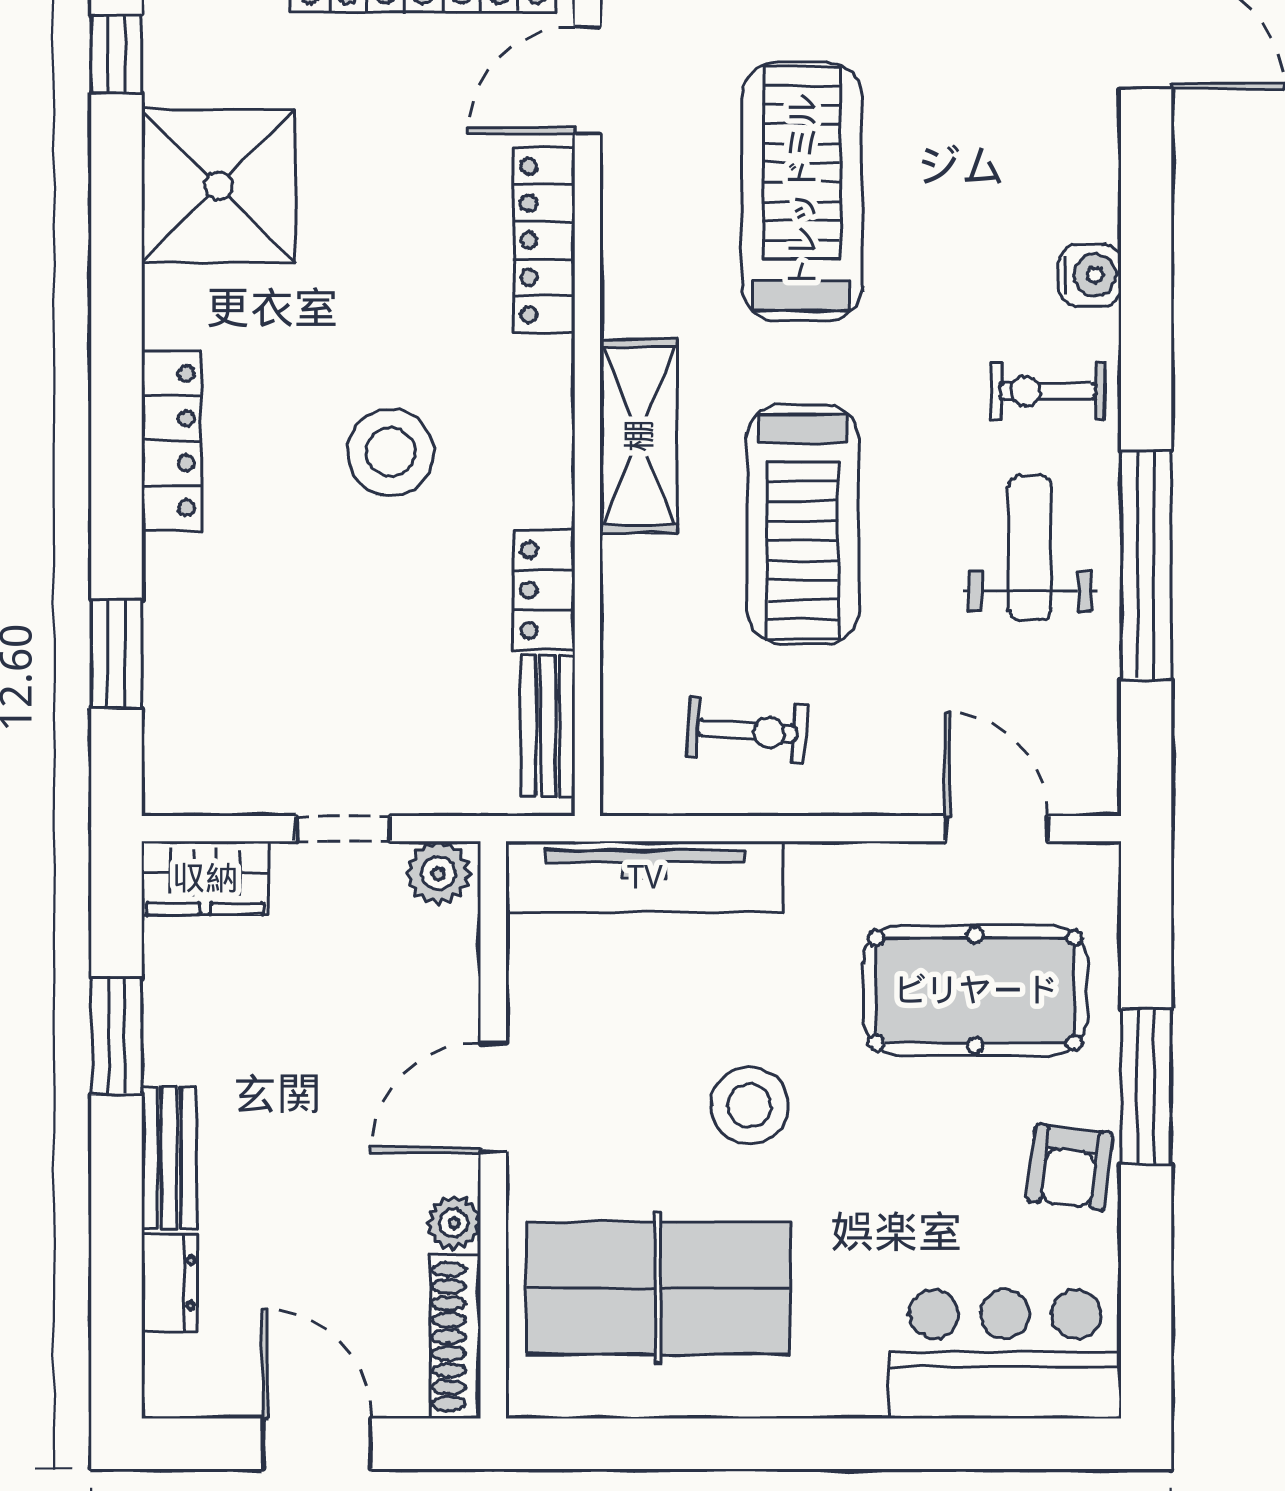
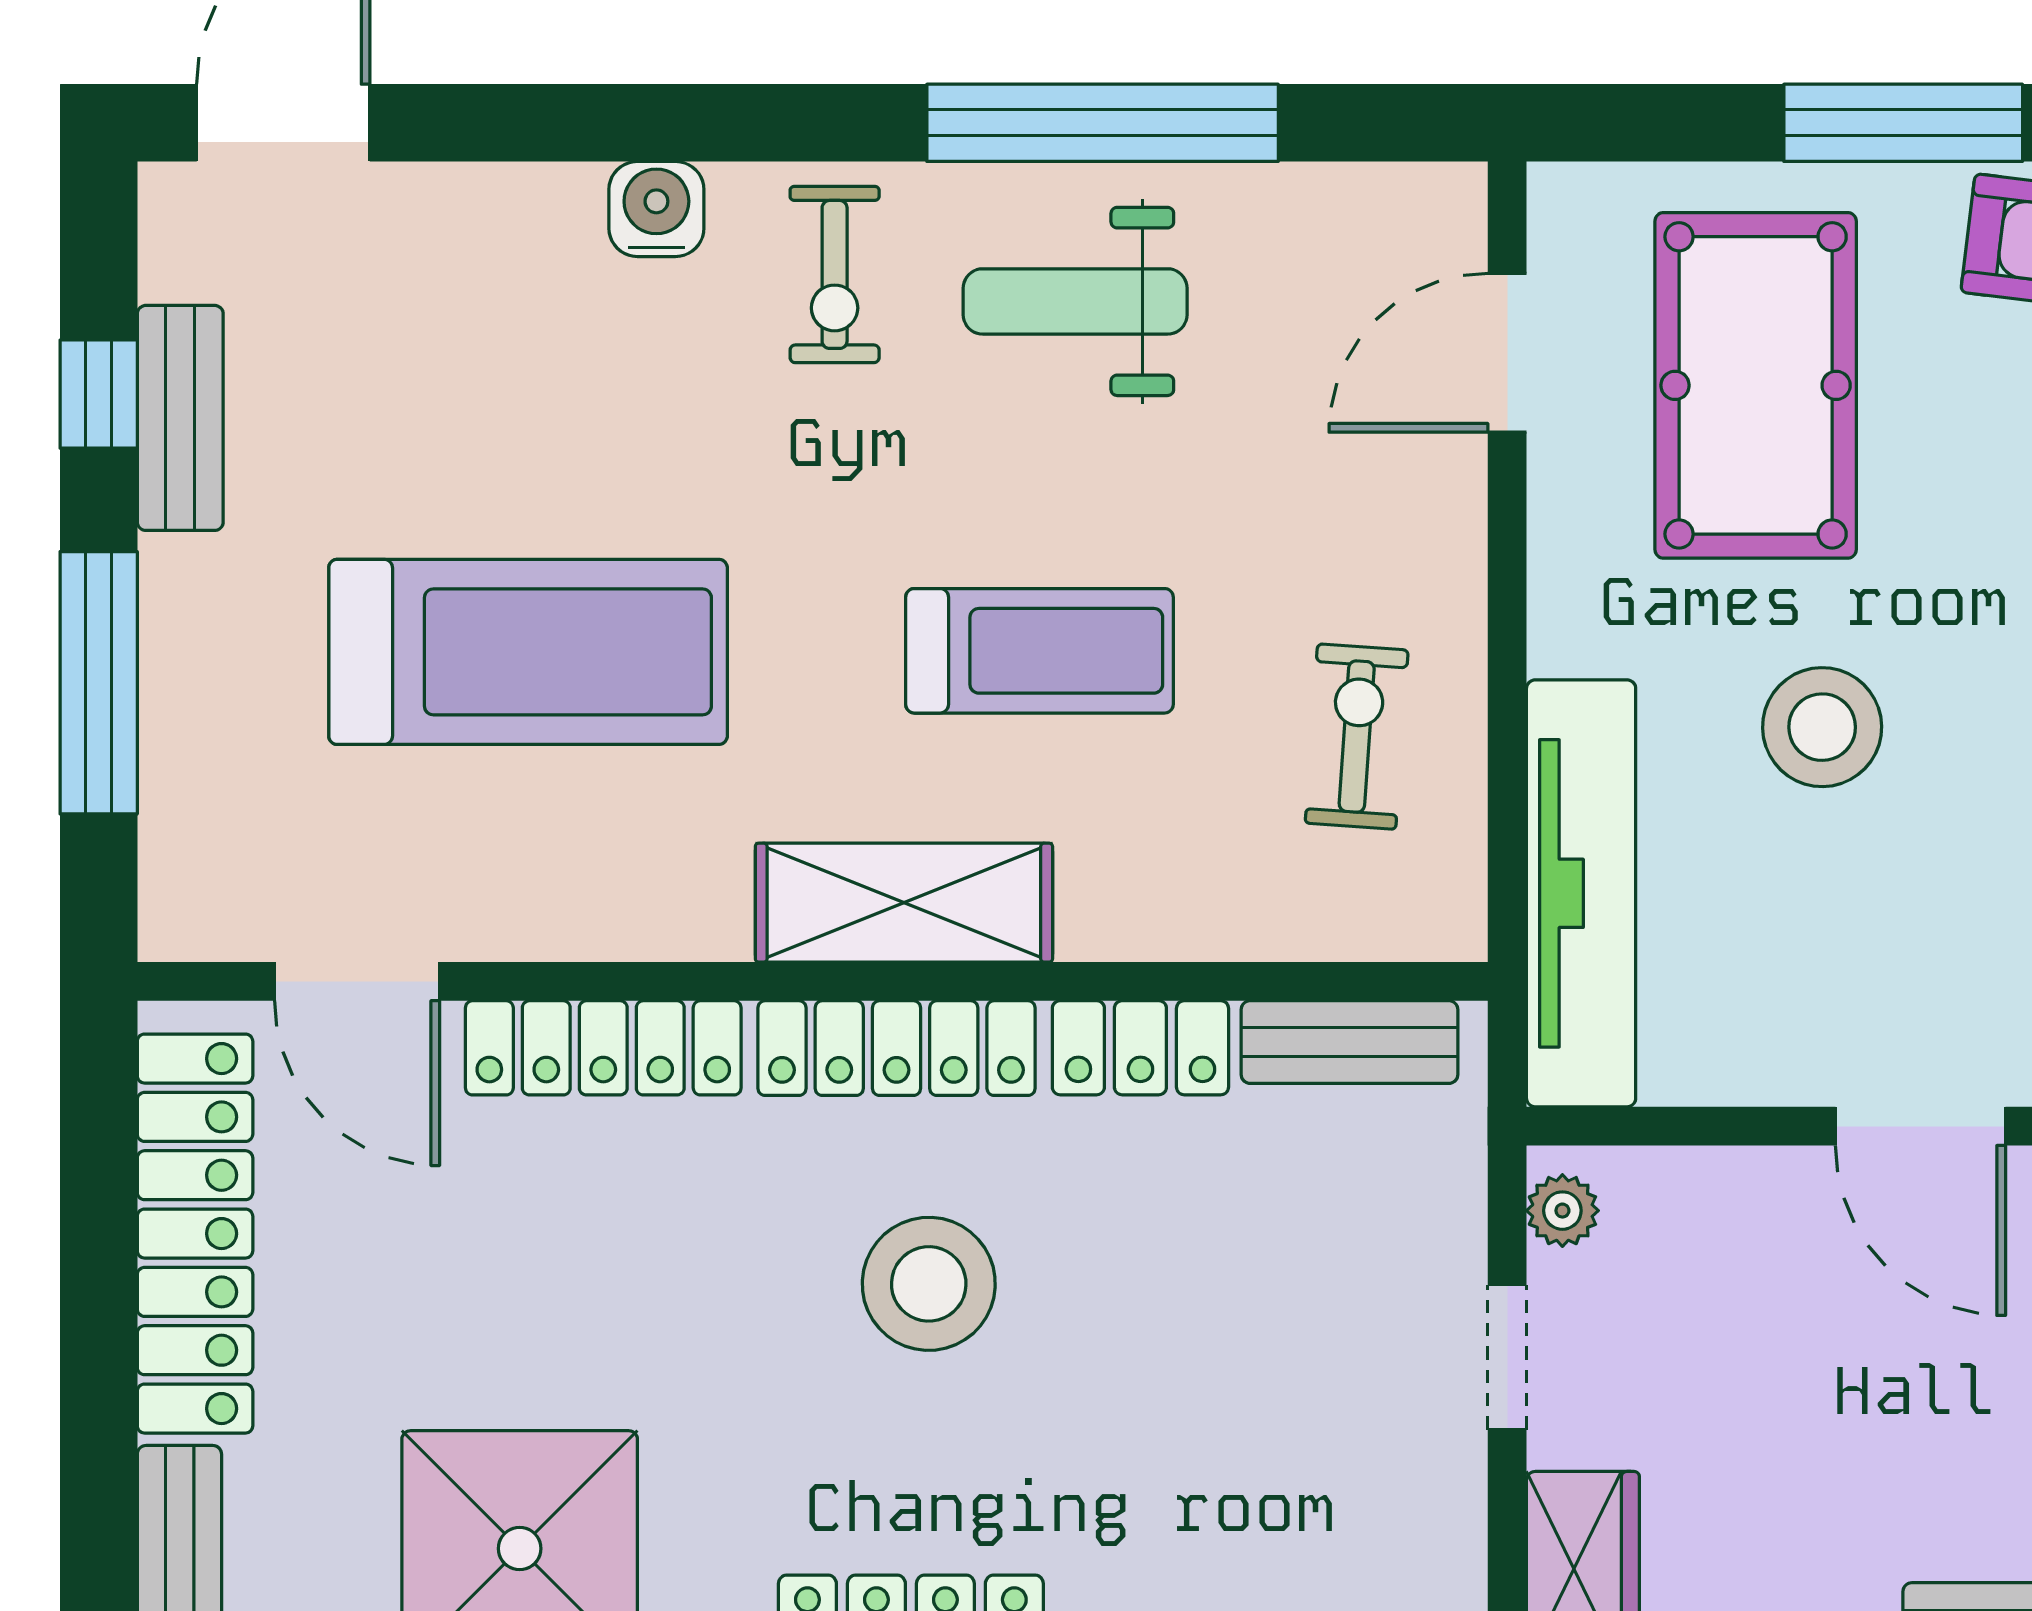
treadmill: (802, 192) -> (528, 652), turned 180
locker: (544, 431) -> (897, 1048), added
treadmill: (803, 524) -> (1040, 651), width x0.73, depth x0.73
plant: (438, 873) -> (1562, 1211), width x0.73, depth x0.73
stool: (750, 1105) -> (1822, 727), moved

